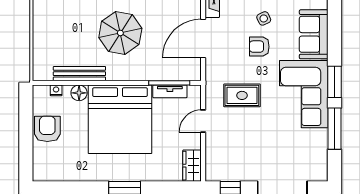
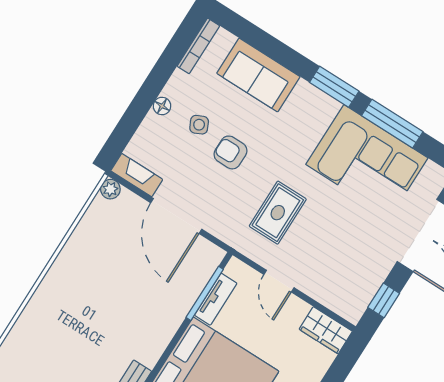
parasol: (120, 33) -> (104, 315), removed
armchair: (259, 47) -> (230, 152), turned 90
corner sofa: (304, 94) -> (367, 161), moved

